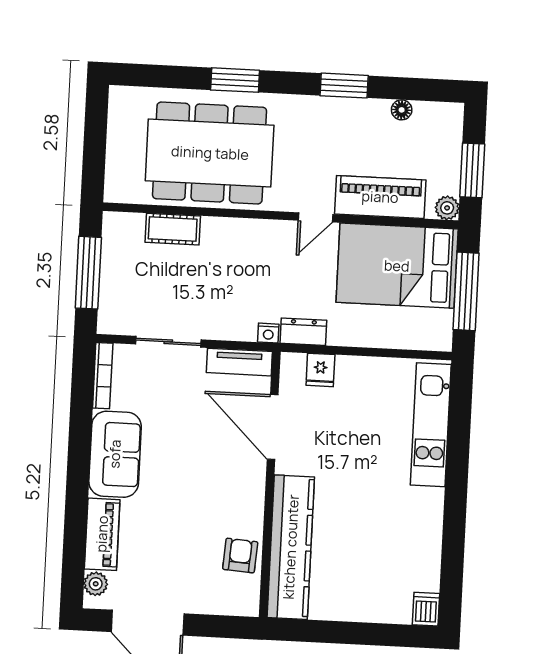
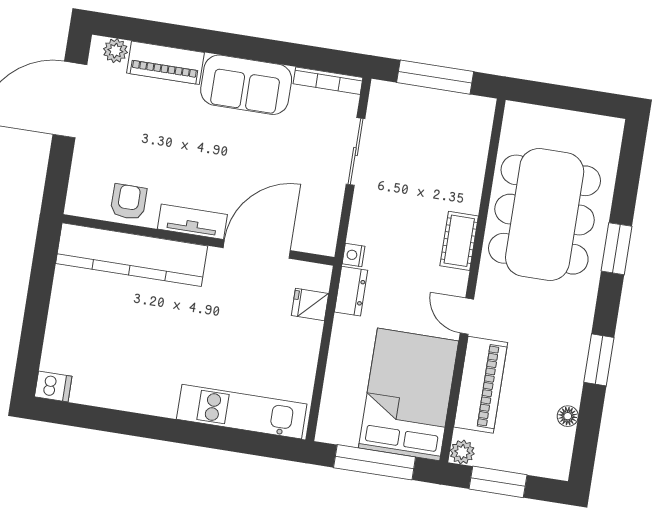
cot: (173, 229) -> (459, 241), moved
tv unit: (239, 362) -> (192, 222), moved, turned 90
armchair: (240, 556) -> (129, 202), turned -94

